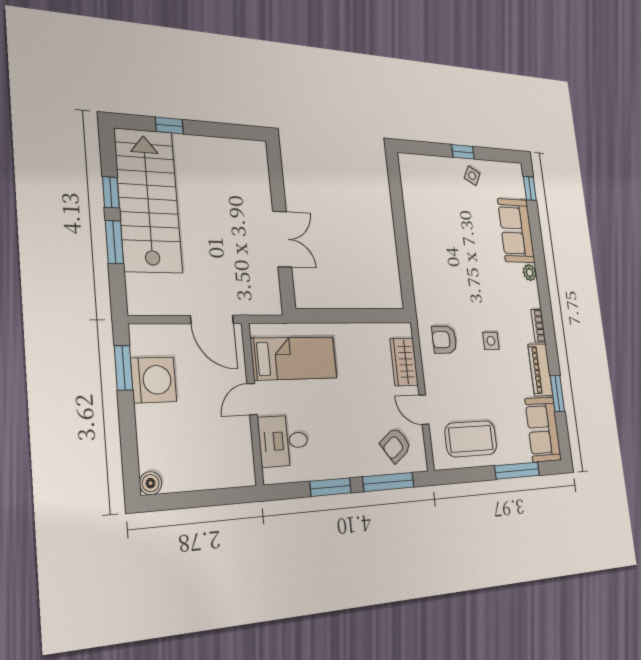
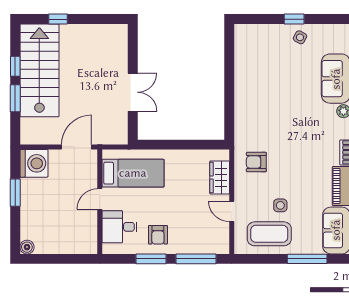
door: (212, 319) -> (76, 147), swing flipped
side table: (491, 341) -> (280, 205), moved
window: (123, 368) -> (15, 193), moved
washing machine: (154, 380) -> (34, 163), moved
armchair: (396, 445) -> (158, 235), moved, turned -54

